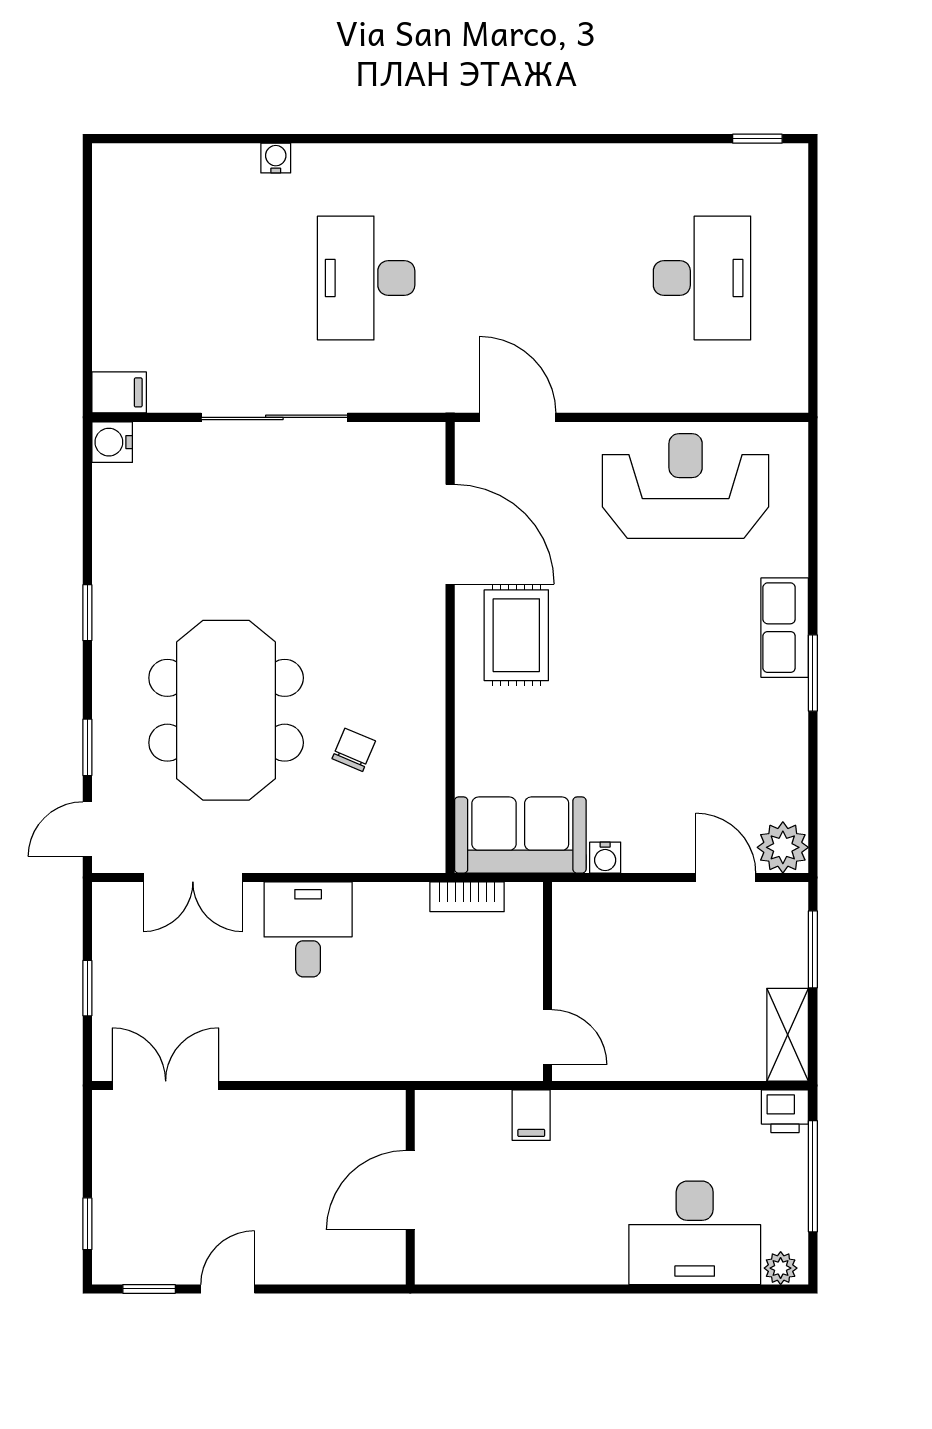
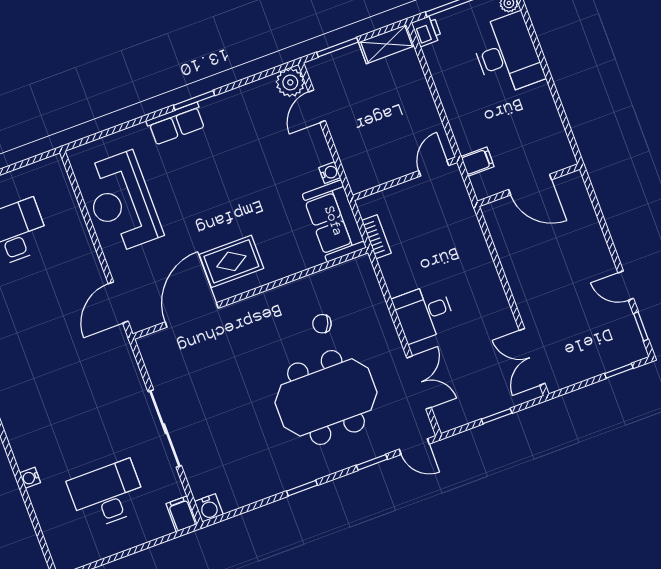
desk: (366, 278) -> (107, 495), moved, turned 180
wall: (410, 1187) -> (529, 185), moved
door: (410, 1190) -> (530, 185), moved

